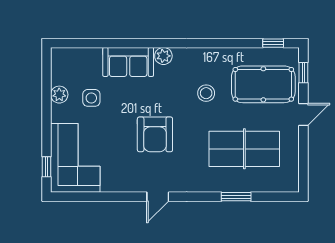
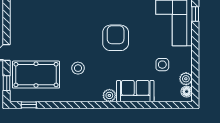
floor lamp: (58, 61) -> (187, 92), added
plant: (59, 95) -> (186, 79), moved
table tennis table: (244, 149) -> (50, 27), removed

